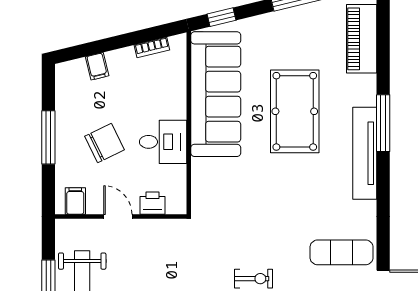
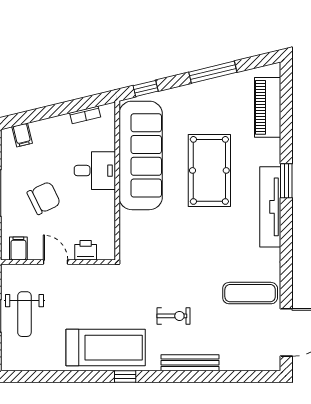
filing cabinet: (97, 66) -> (22, 135), moved
window: (383, 123) -> (286, 181), width x0.69
desk: (163, 142) -> (95, 171), moved

